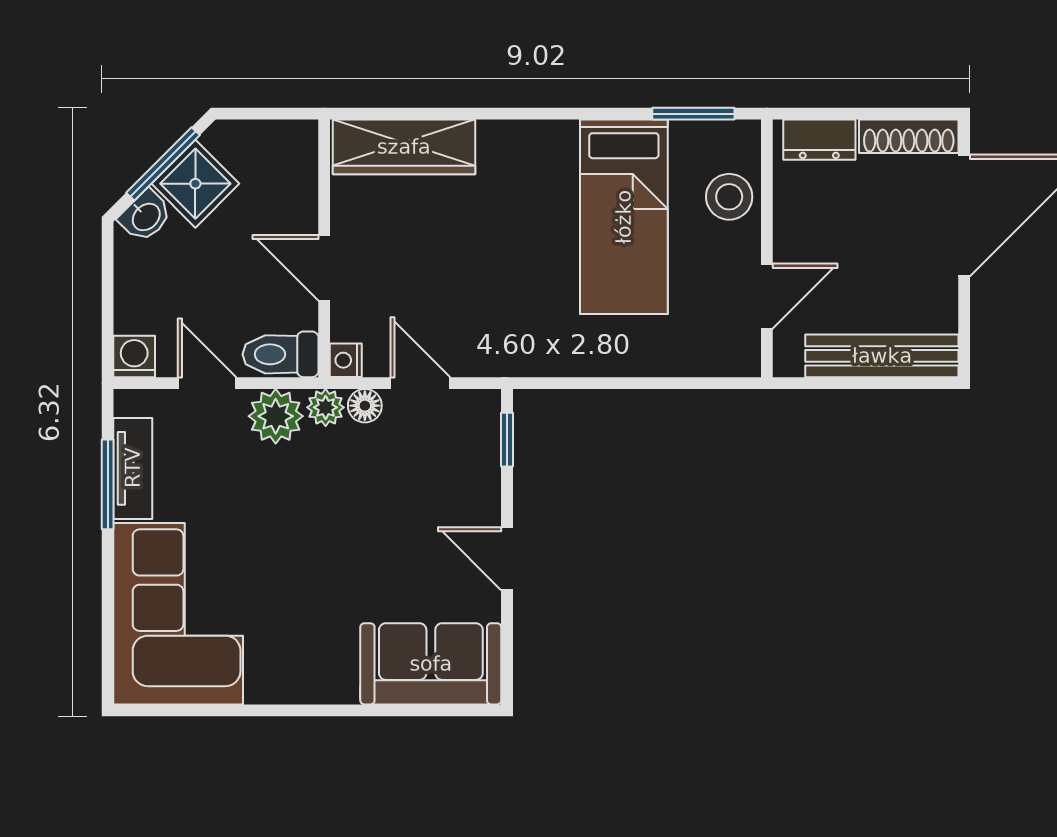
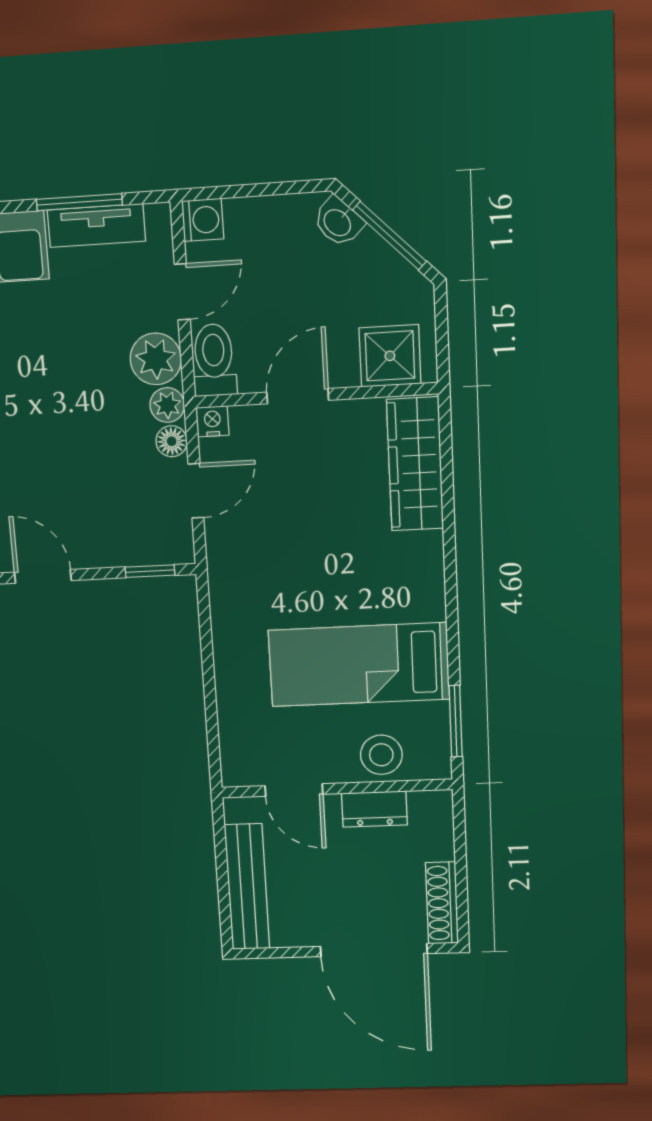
dresser: (819, 140) -> (374, 809), moved, turned -90
shower: (195, 184) -> (390, 356), moved, turned 45
door: (507, 559) -> (43, 576), hinge flipped

